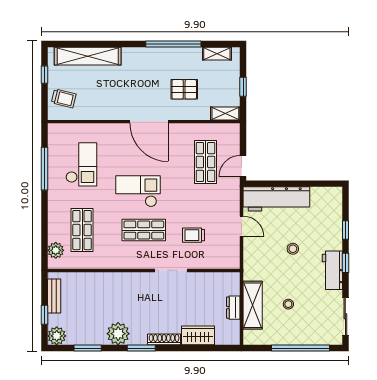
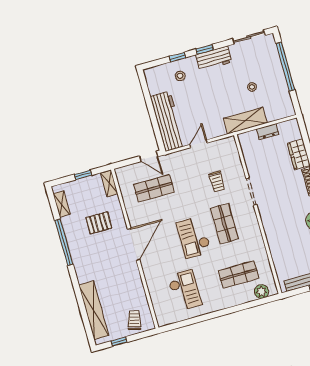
pallet: (184, 89) -> (99, 223), turned 90
checkout: (81, 164) -> (185, 290), turned 90
window: (45, 169) -> (197, 320), removed
stool: (293, 249) -> (180, 76), moved
shelving: (253, 305) -> (245, 121), moved

